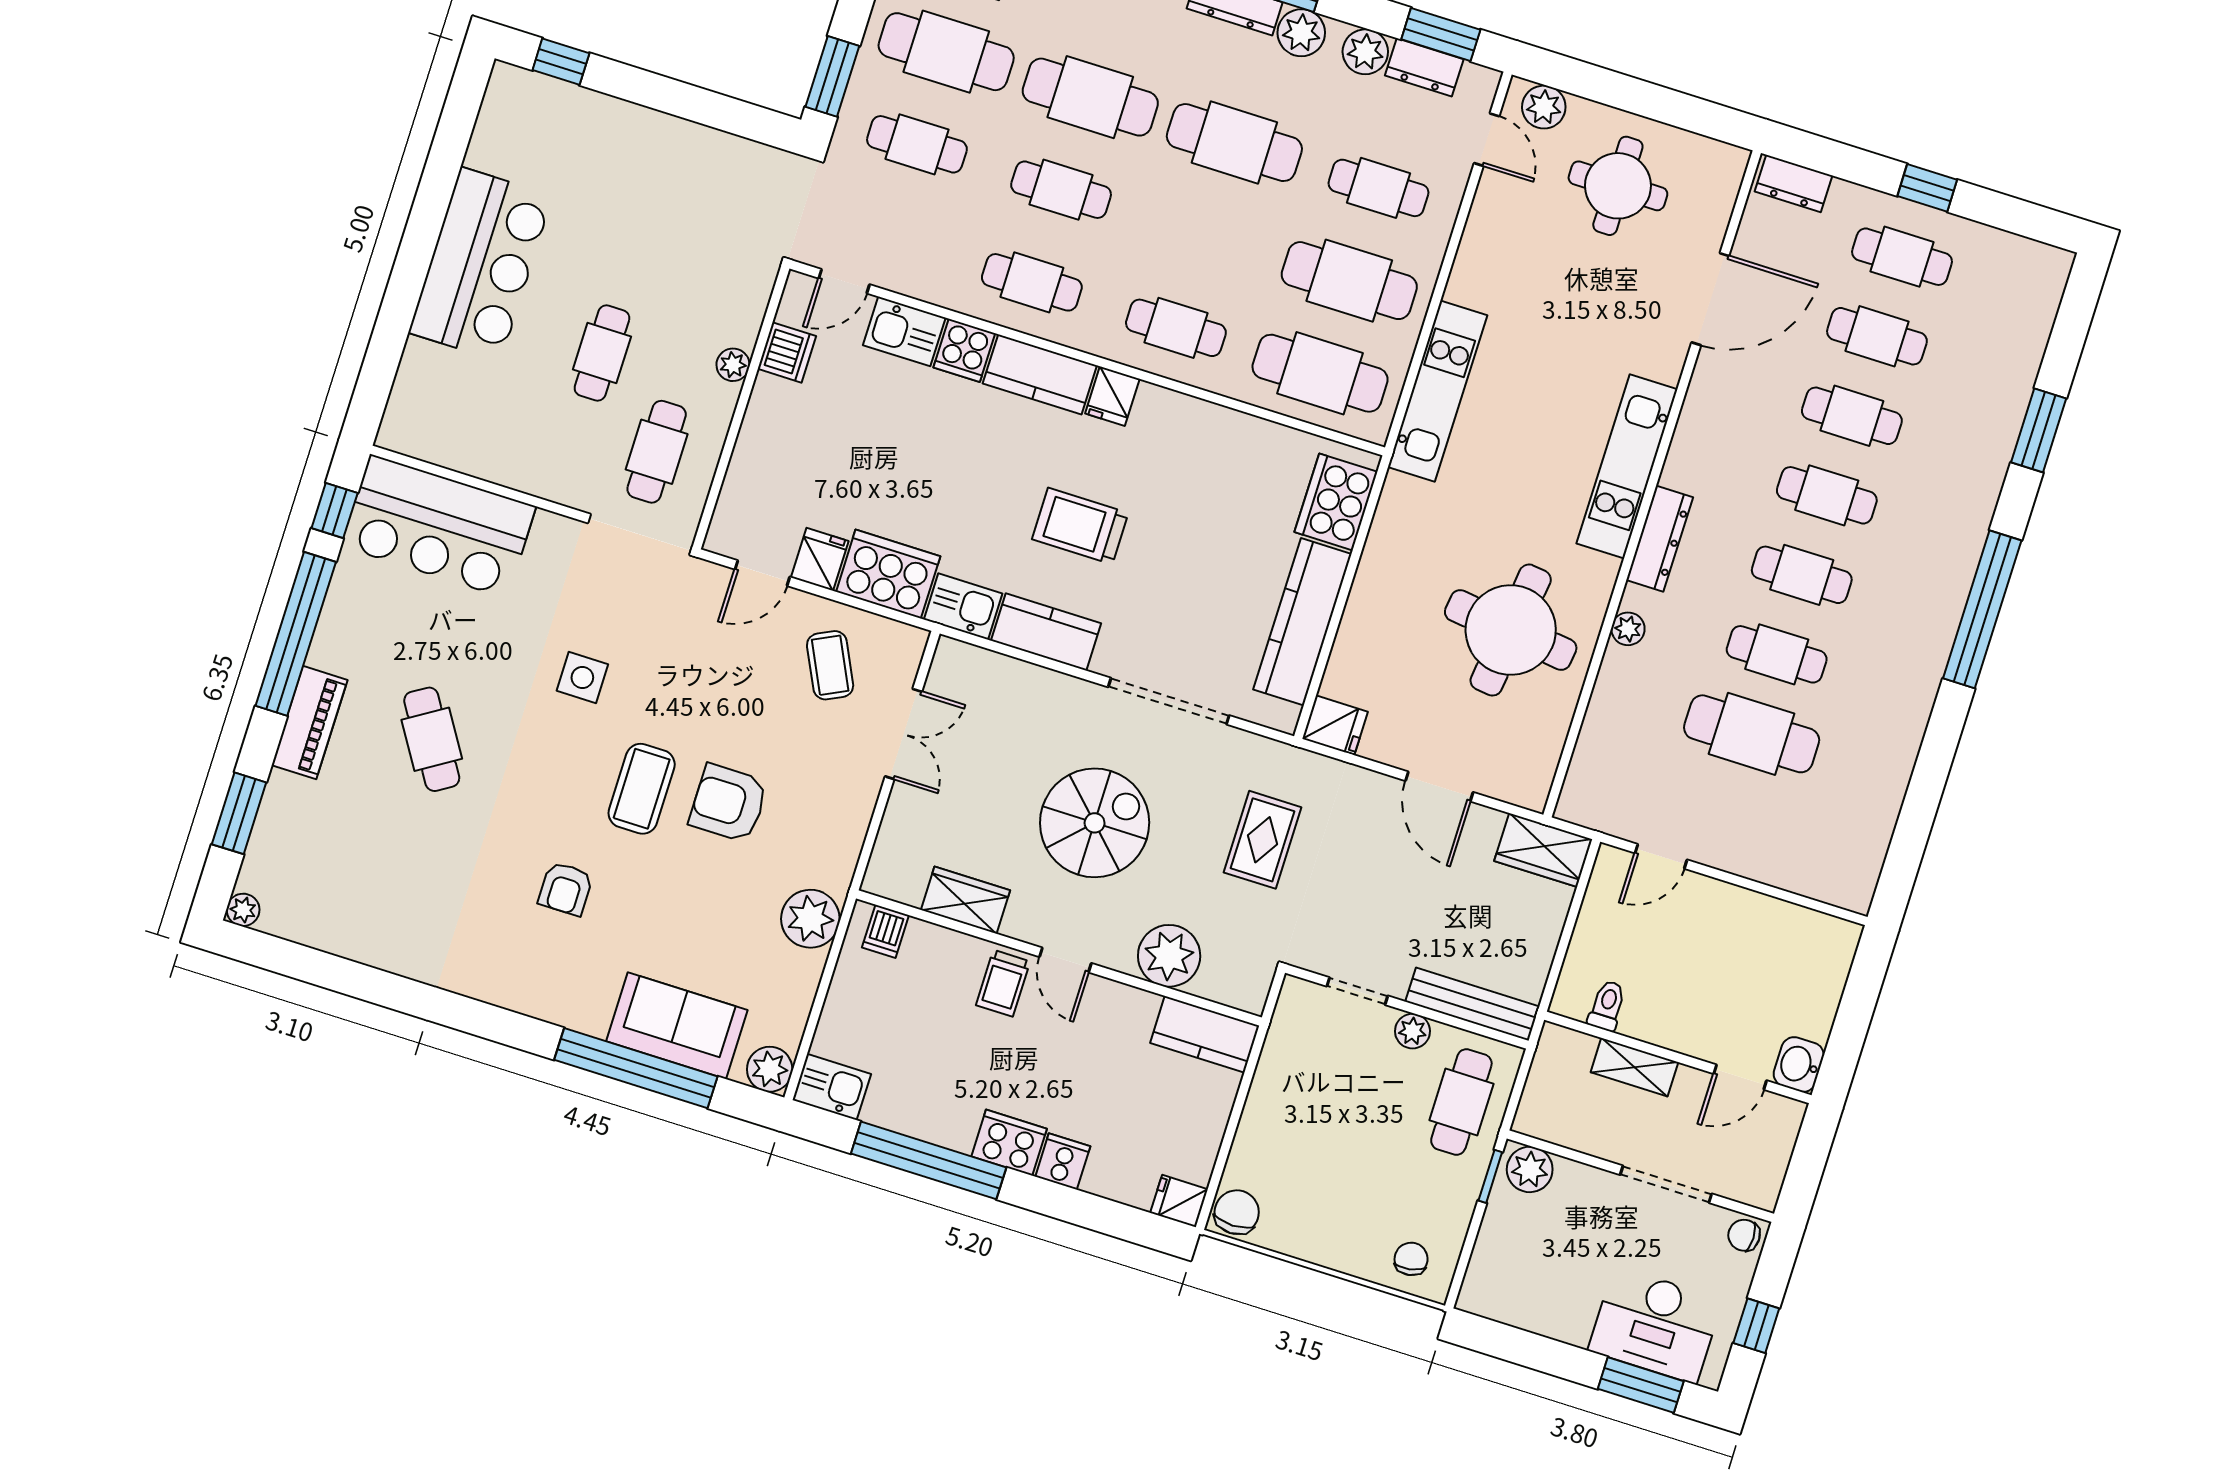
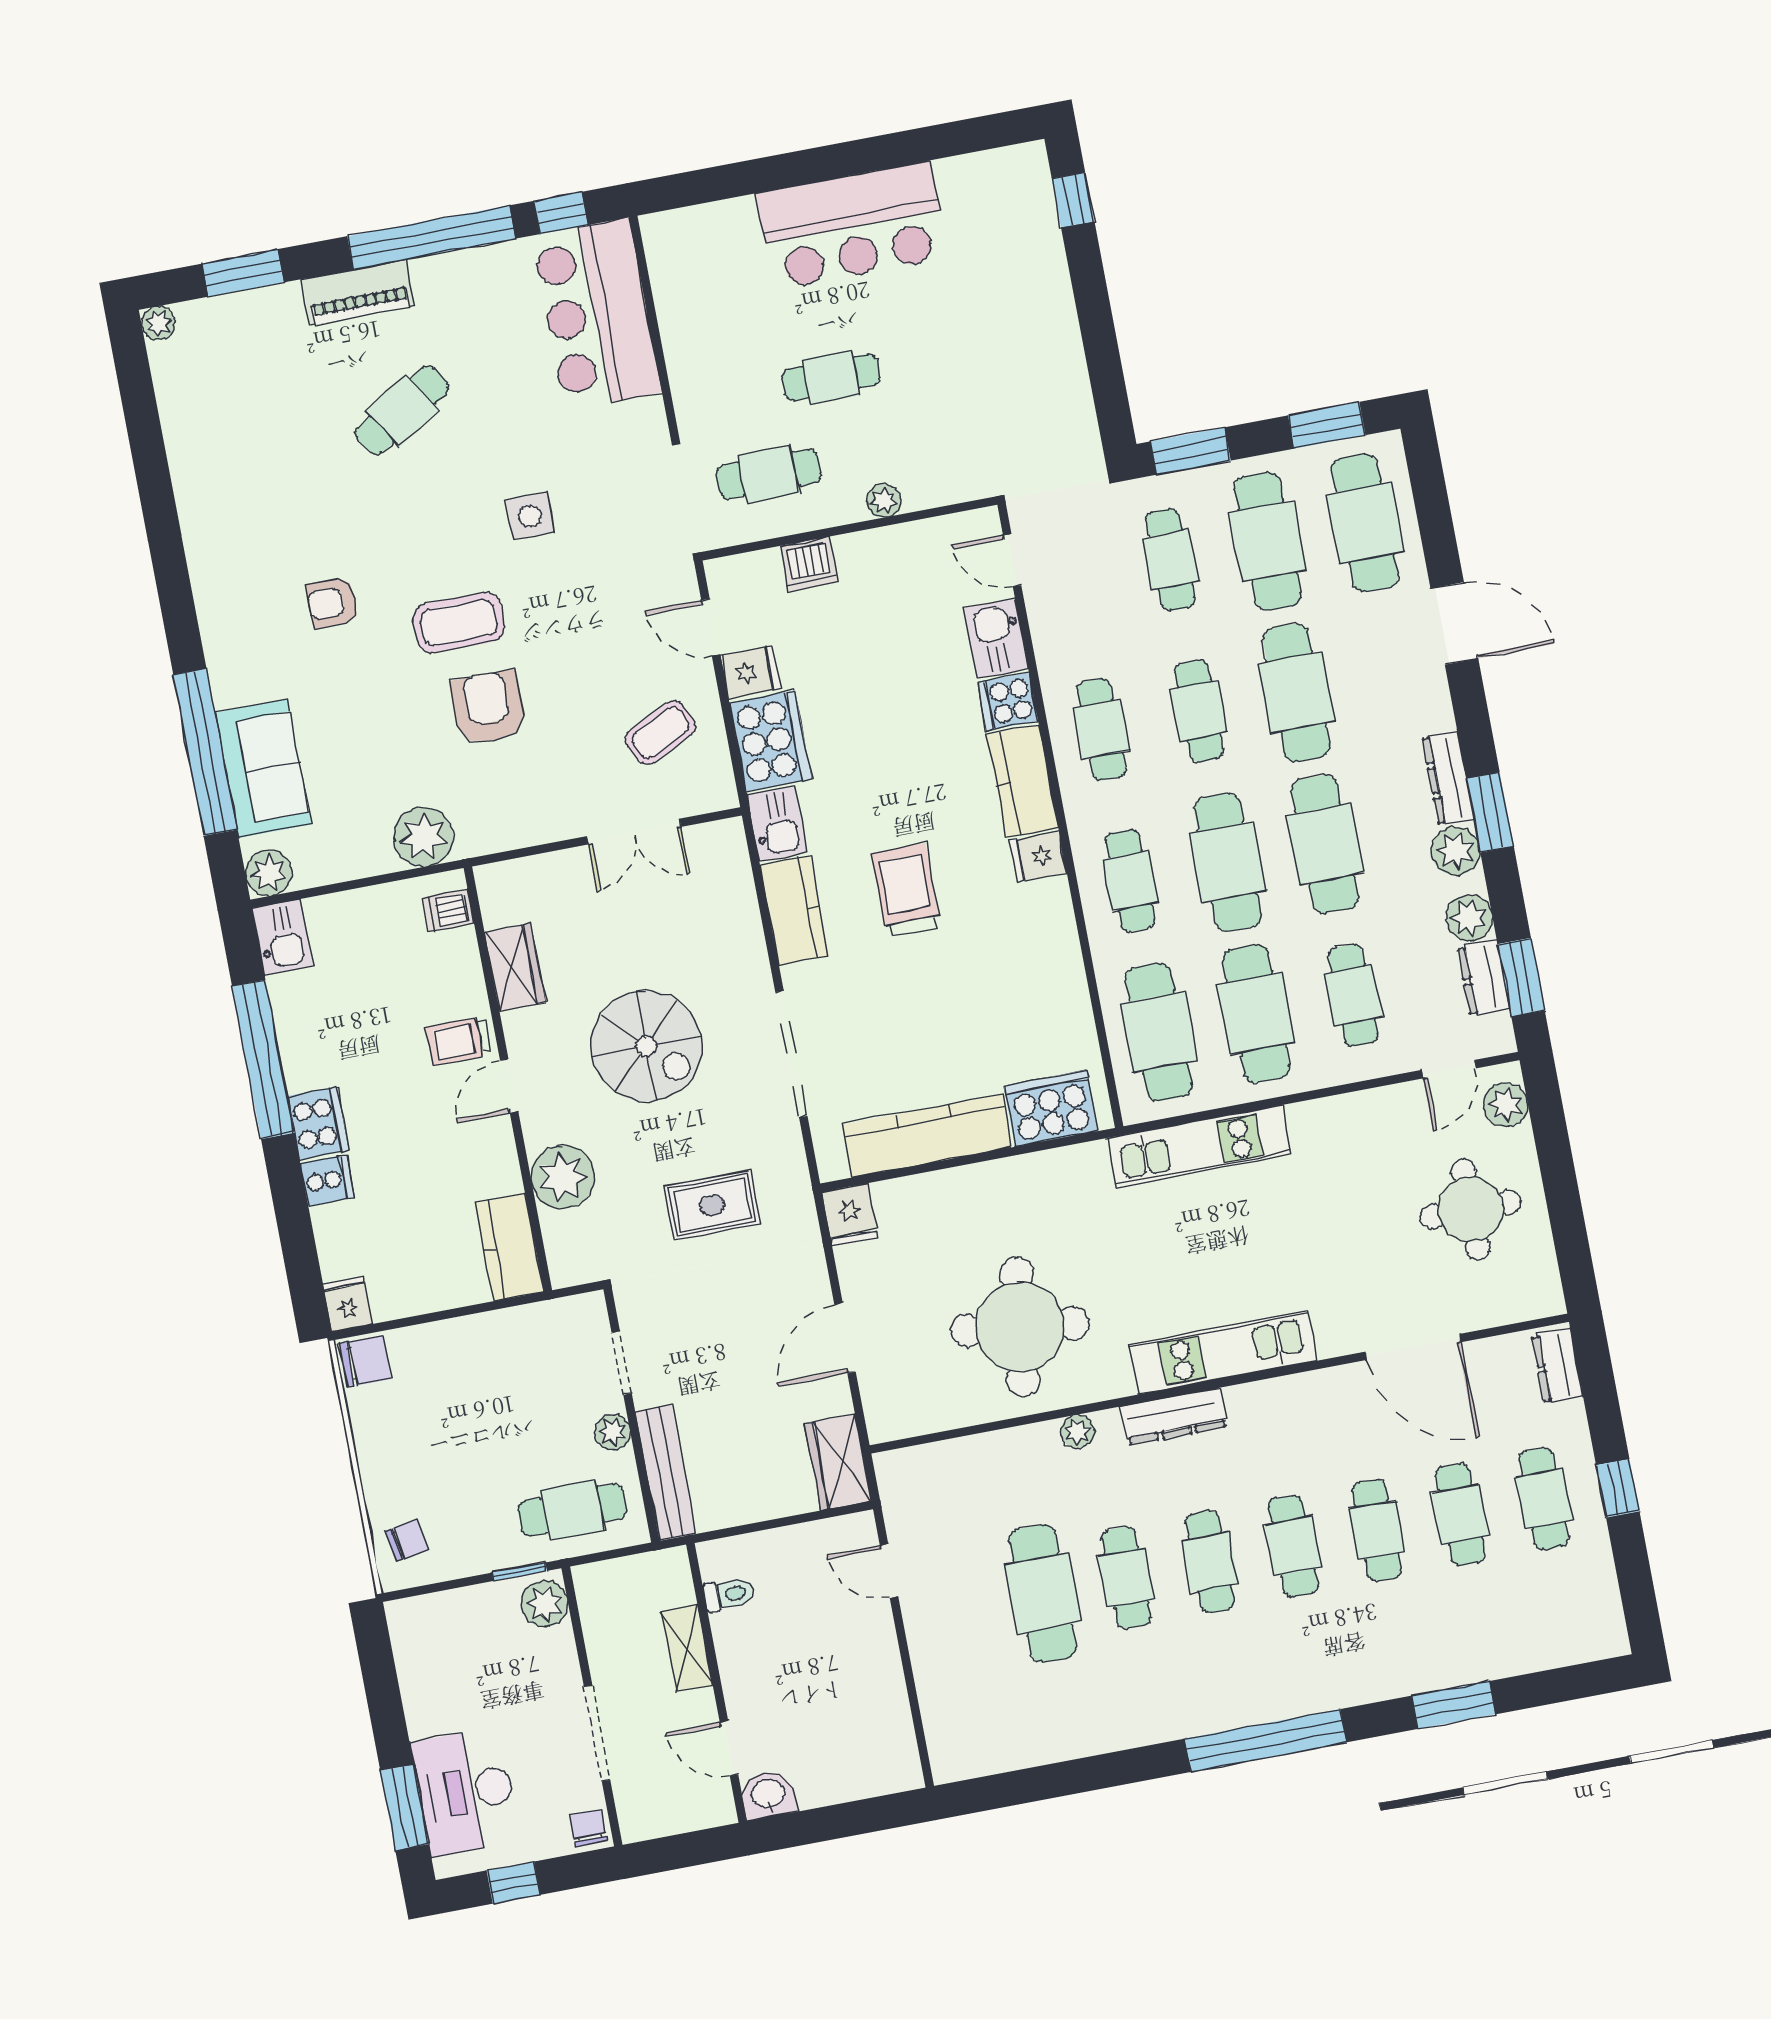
cafe table: (1205, 235) -> (1228, 862), added
dishwasher: (787, 352) -> (809, 564), moved

